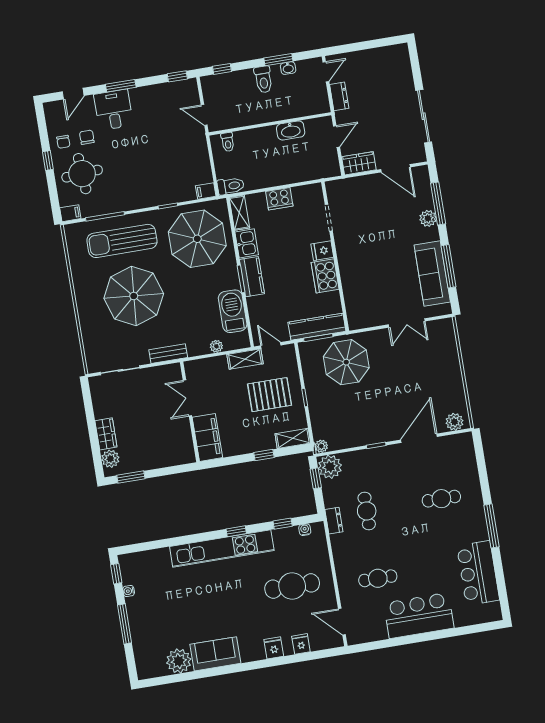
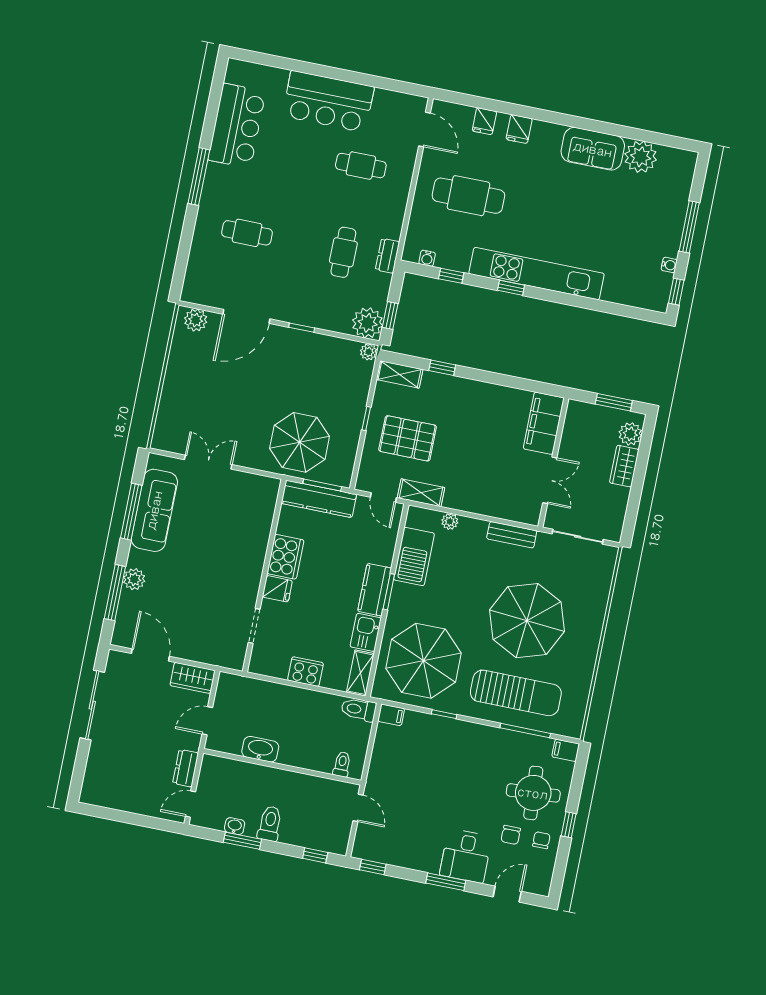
double door: (187, 398) -> (550, 480), moved
wall: (190, 412) -> (553, 462), moved
filing cabinet: (207, 437) -> (544, 423), moved

